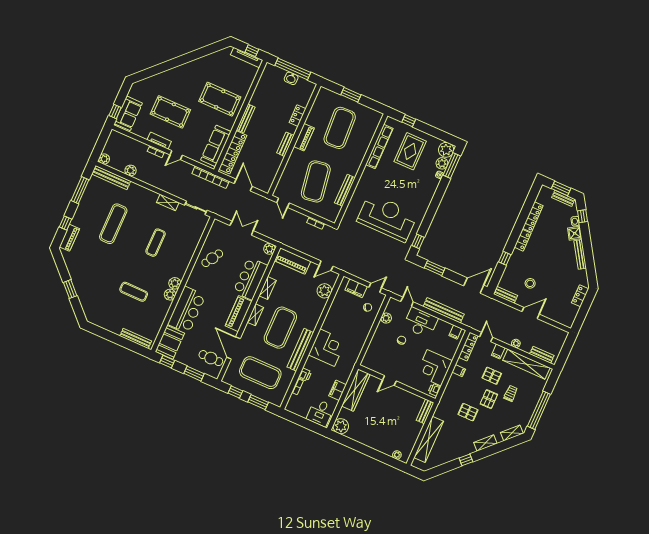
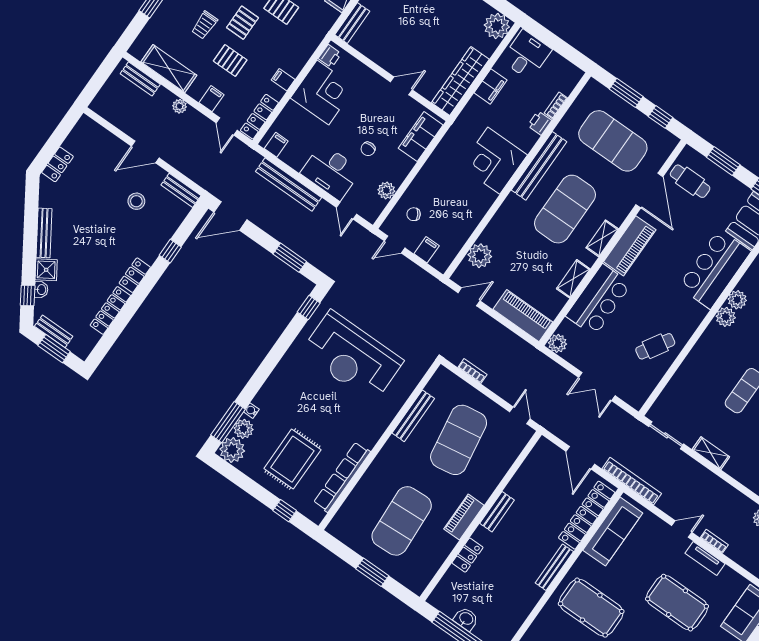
filing cabinet: (356, 288) -> (427, 250), width x0.50
filing cabinet: (372, 353) -> (421, 137), added
shelving: (526, 364) -> (169, 69), width x0.68

